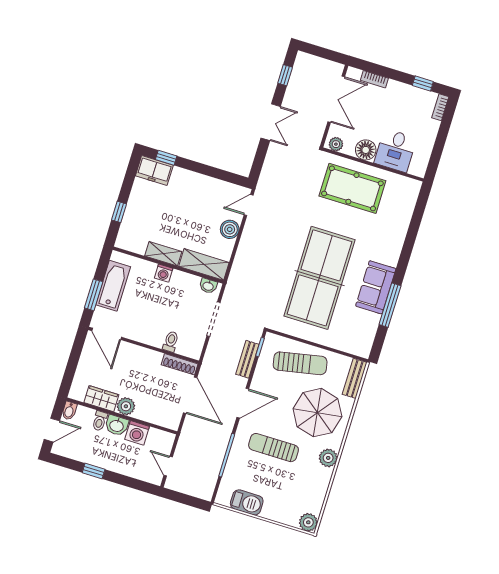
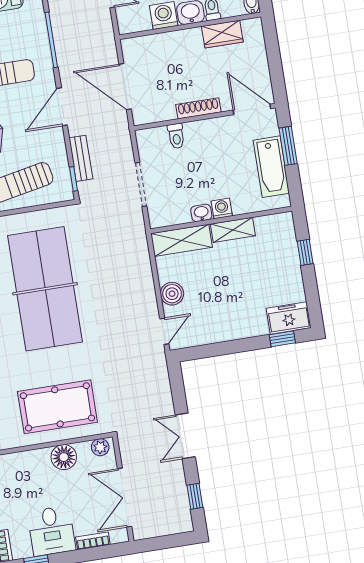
desk: (395, 150) -> (52, 531), moved, turned 180
washbasin: (208, 286) -> (201, 213), moved
shoe rack: (180, 364) -> (198, 108), moved
plant: (126, 406) -> (191, 39), removed

